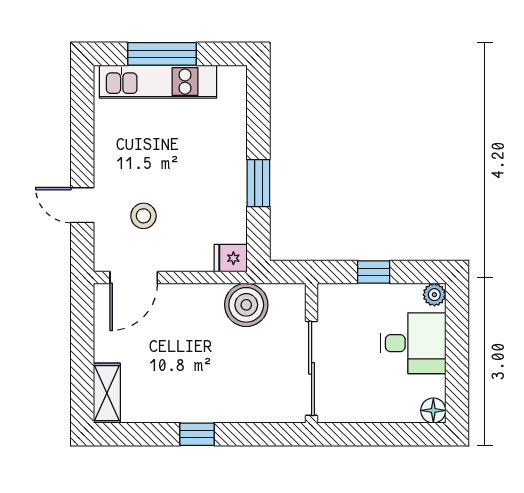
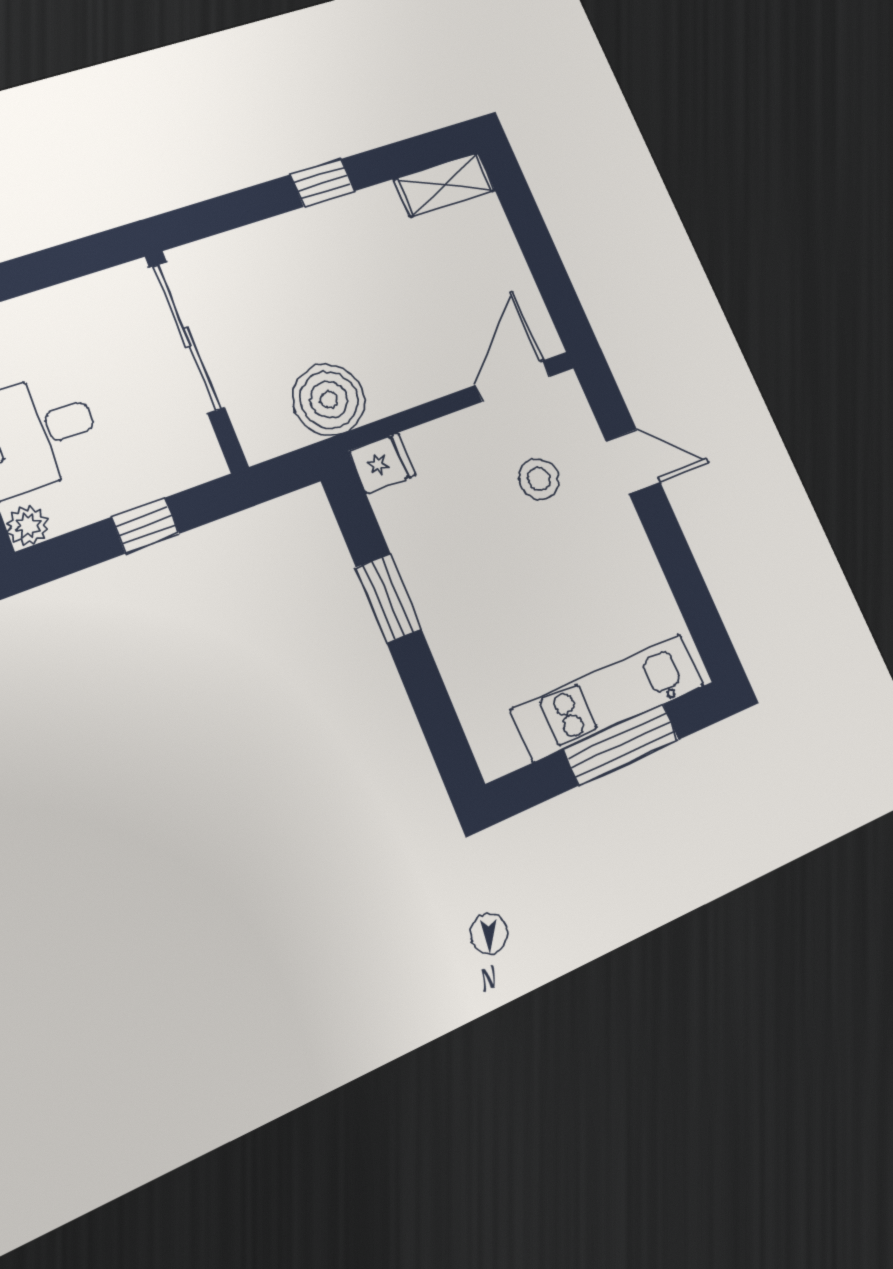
shelving: (107, 393) -> (445, 185), moved, turned 90

